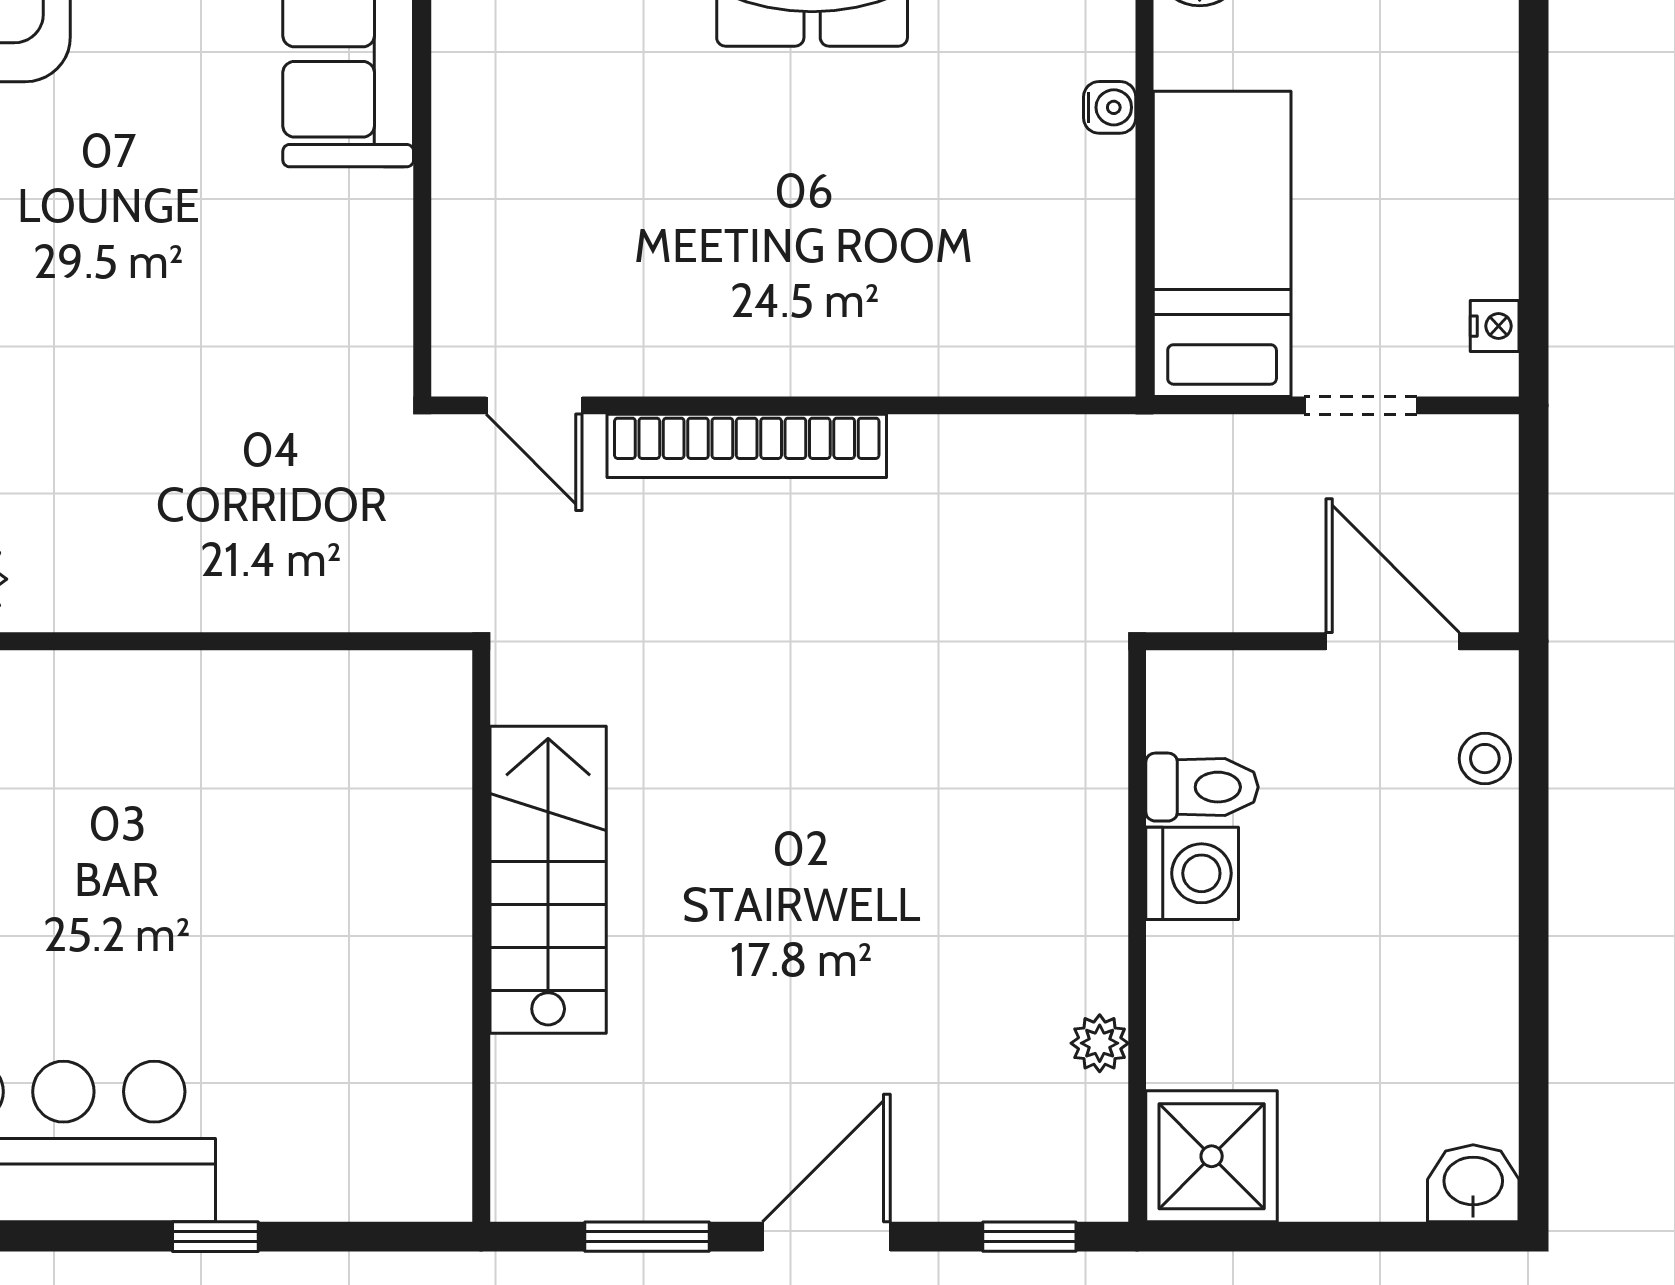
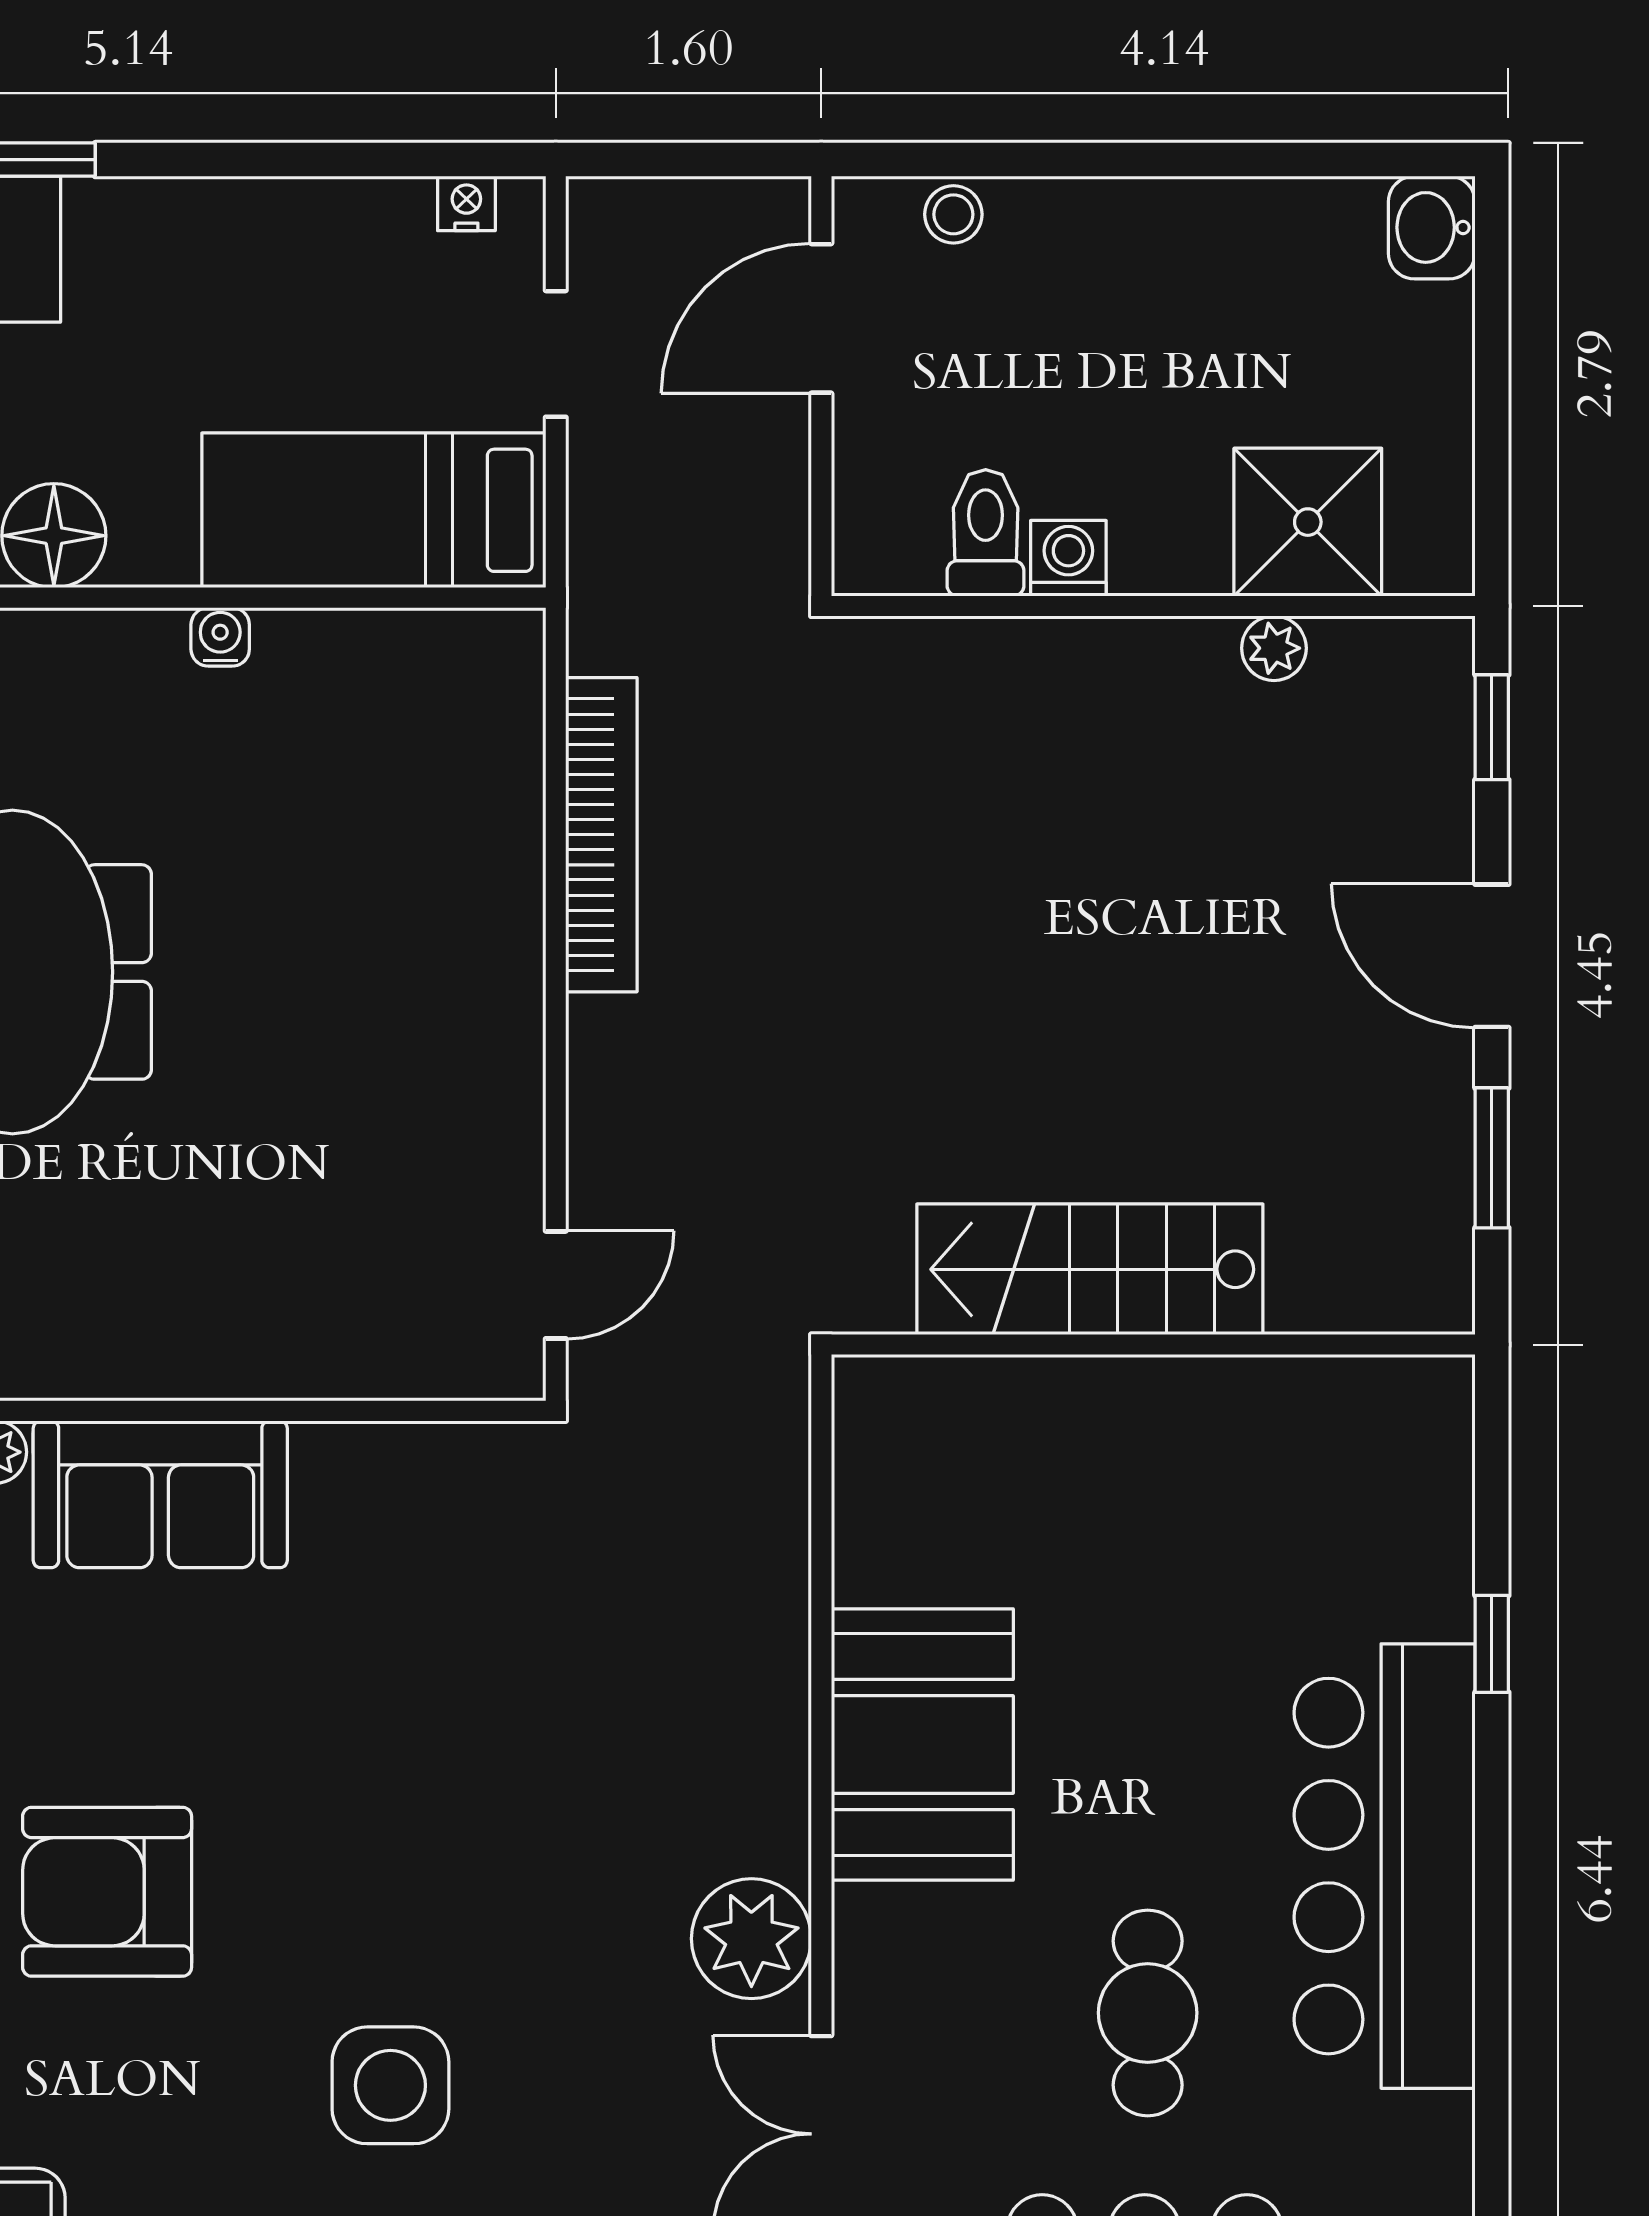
bookcase: (747, 446) -> (601, 835), moved
booth: (126, 731) -> (922, 1745), added
washing machine: (1192, 873) -> (1068, 558), width x0.73, depth x0.73
shower: (1212, 1156) -> (1308, 522), moved

